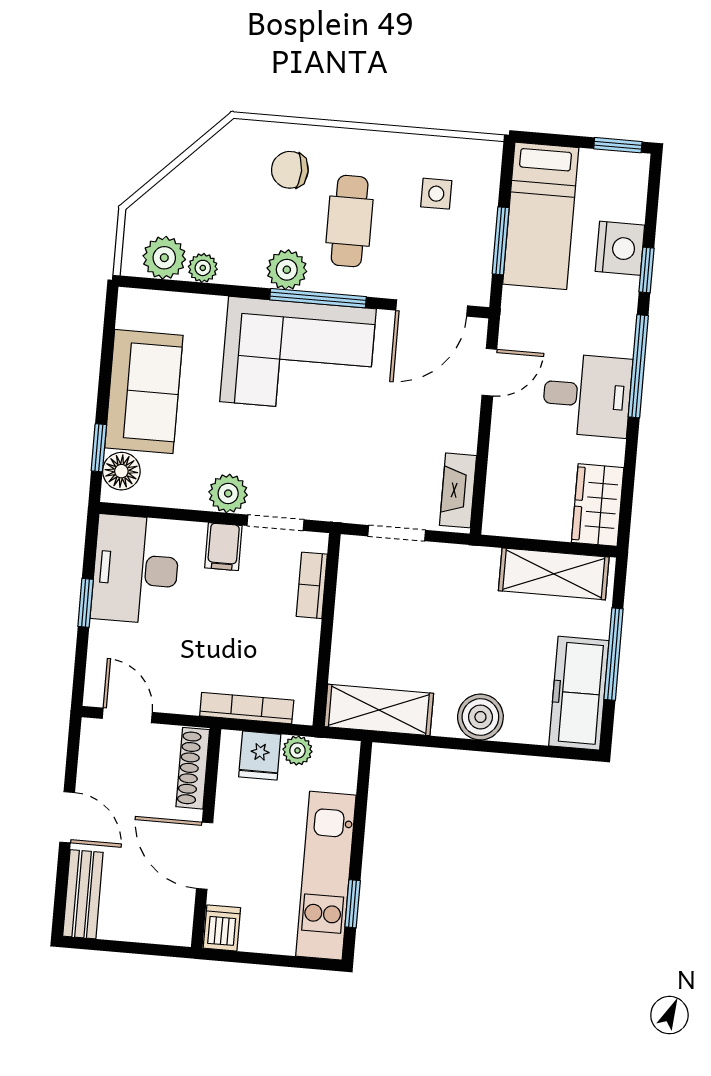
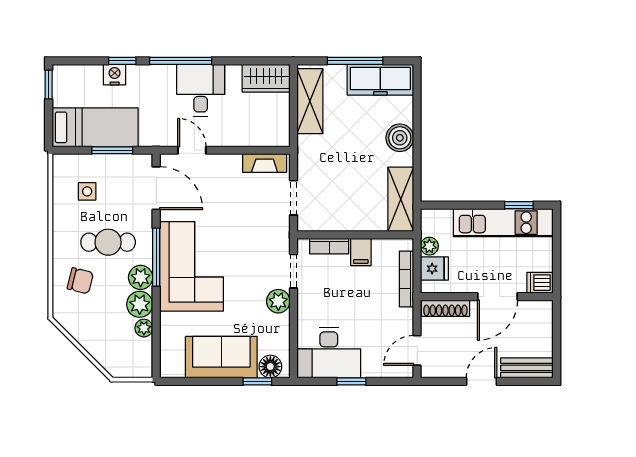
chair: (290, 170) -> (80, 281), turned -76
nightstand: (620, 248) -> (115, 75), width x0.74, depth x0.75
plant: (164, 258) -> (140, 304), moved
filing cabinet: (223, 547) -> (361, 252), moved, turned 90

